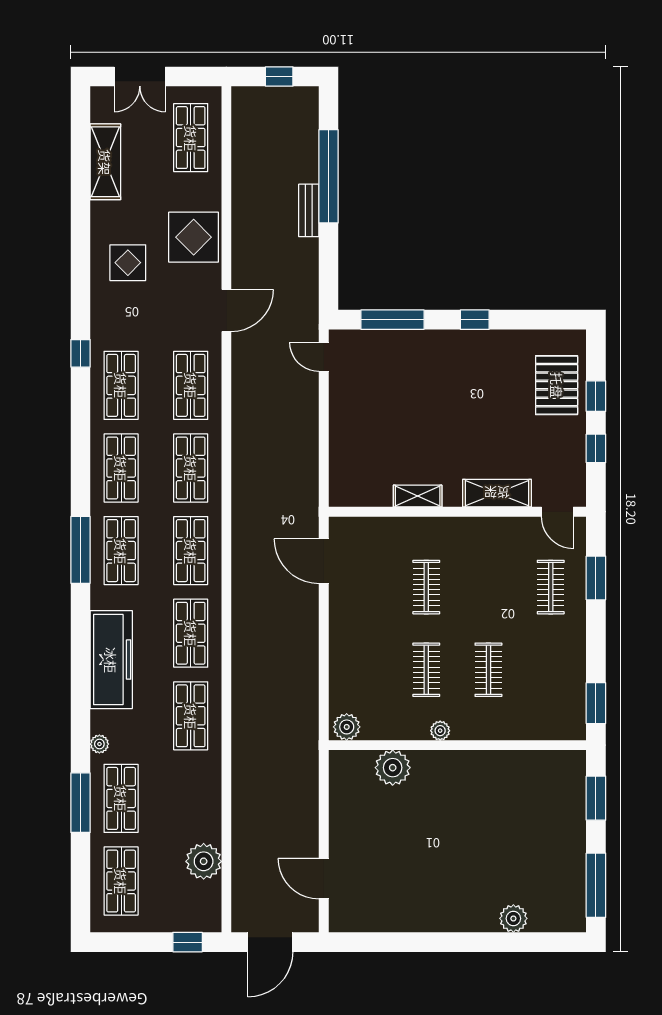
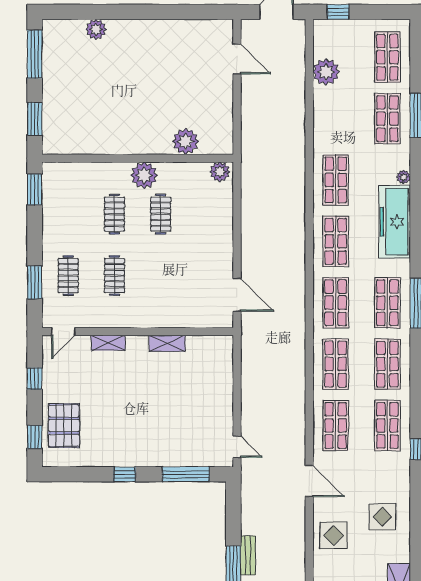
display table: (194, 237) -> (334, 536), width x0.73, depth x0.73
door: (226, 311) -> (309, 481), swing flipped
window: (596, 396) -> (35, 437), moved
shelving: (497, 493) -> (108, 343), width x0.67, depth x0.75
door: (557, 512) -> (63, 332), swing flipped
clothes rail: (426, 587) -> (114, 276), moved
plant: (440, 731) -> (144, 175), width x1.88, depth x1.88
plant: (99, 744) -> (403, 177), moved

